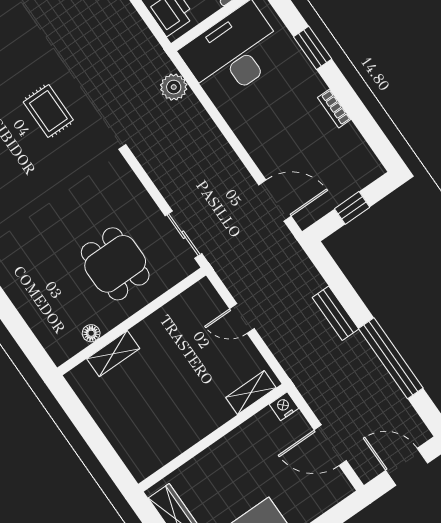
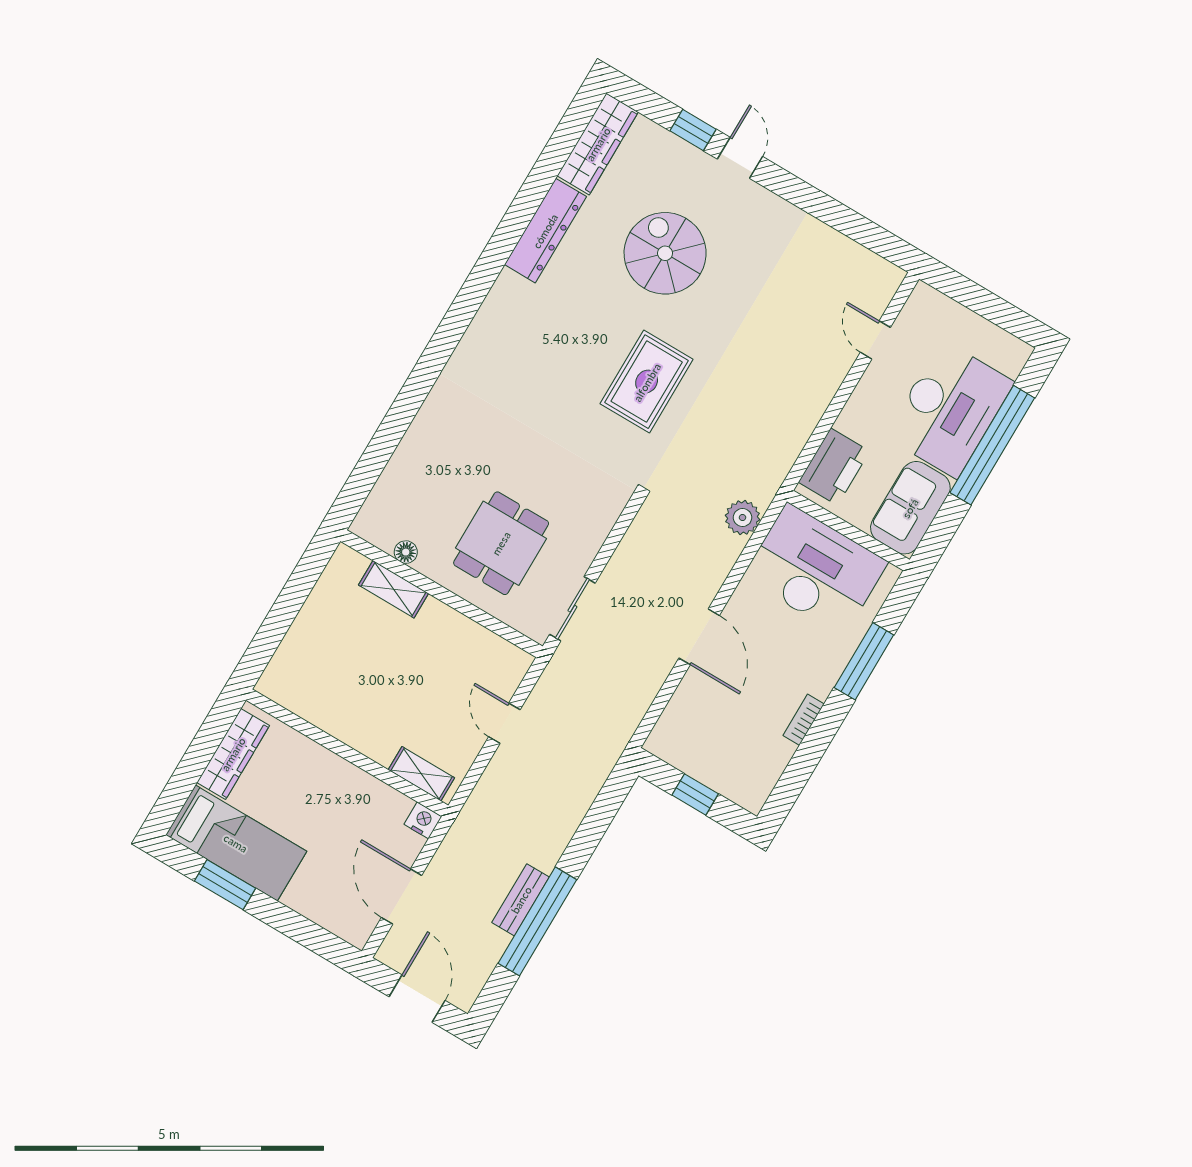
window: (313, 48) -> (864, 661), width x1.44
rug: (48, 111) -> (647, 382), width x1.36, depth x1.43
door: (275, 200) -> (699, 637), moved
bench: (336, 313) -> (521, 900), moved

